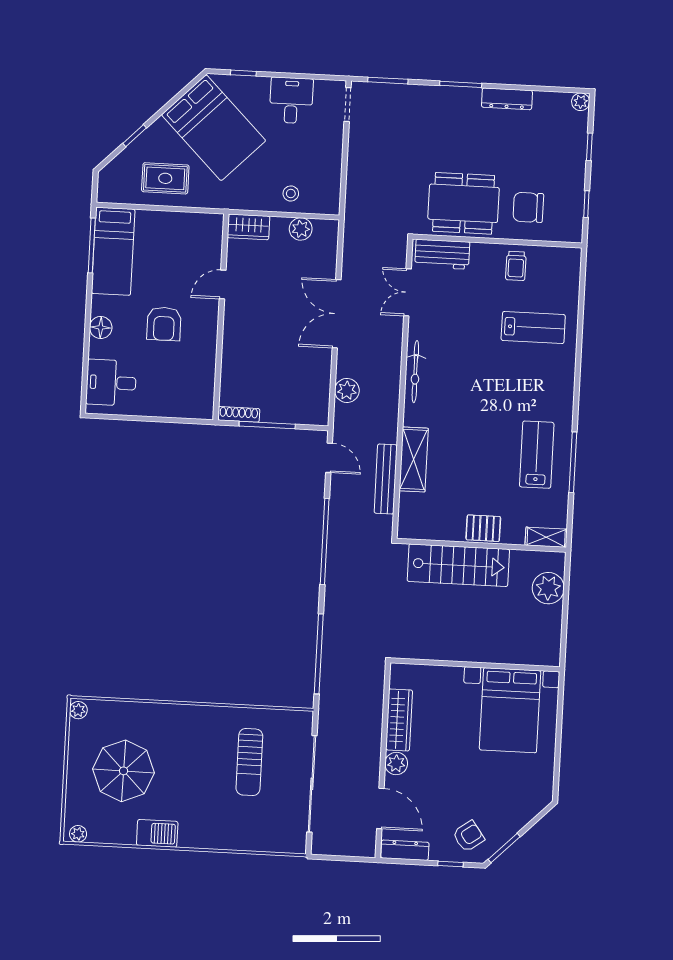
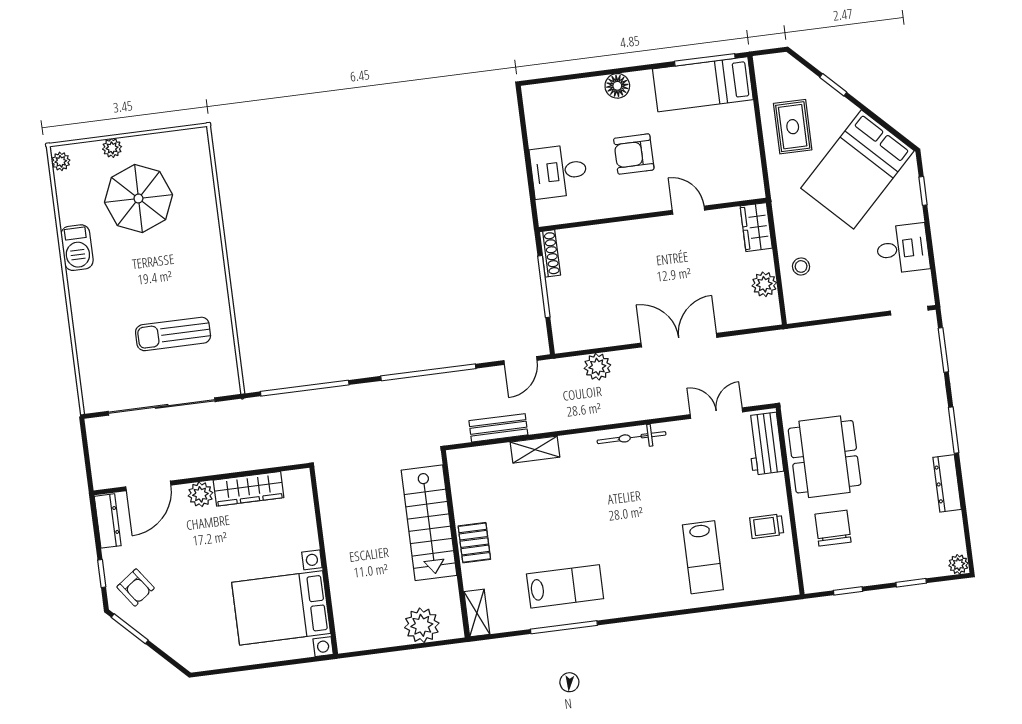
desk: (111, 383) -> (559, 171), moved, turned -90
shelving: (414, 459) -> (535, 450), width x0.67, depth x0.75
bench: (386, 479) -> (498, 428), width x0.73
plant: (78, 710) -> (112, 148), moved

